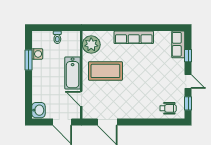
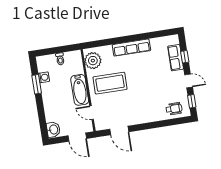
row of seats: (178, 44) -> (176, 58), moved

